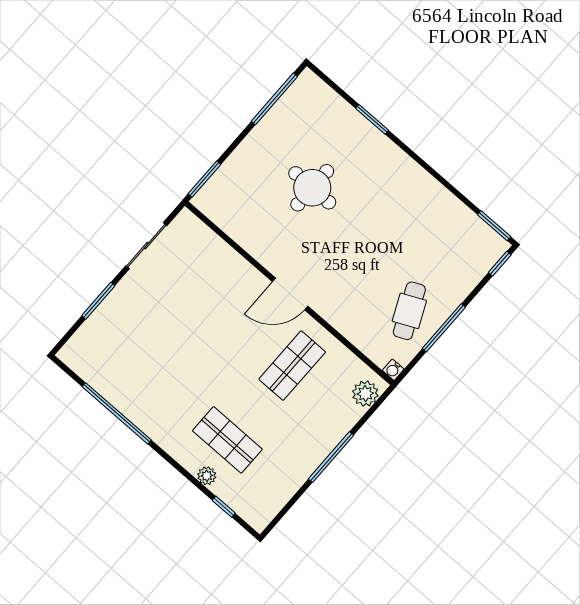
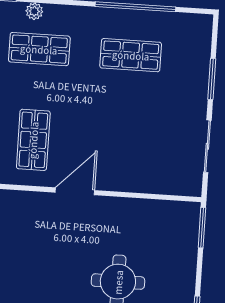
shop shelf: (153, 375) -> (131, 55), added

